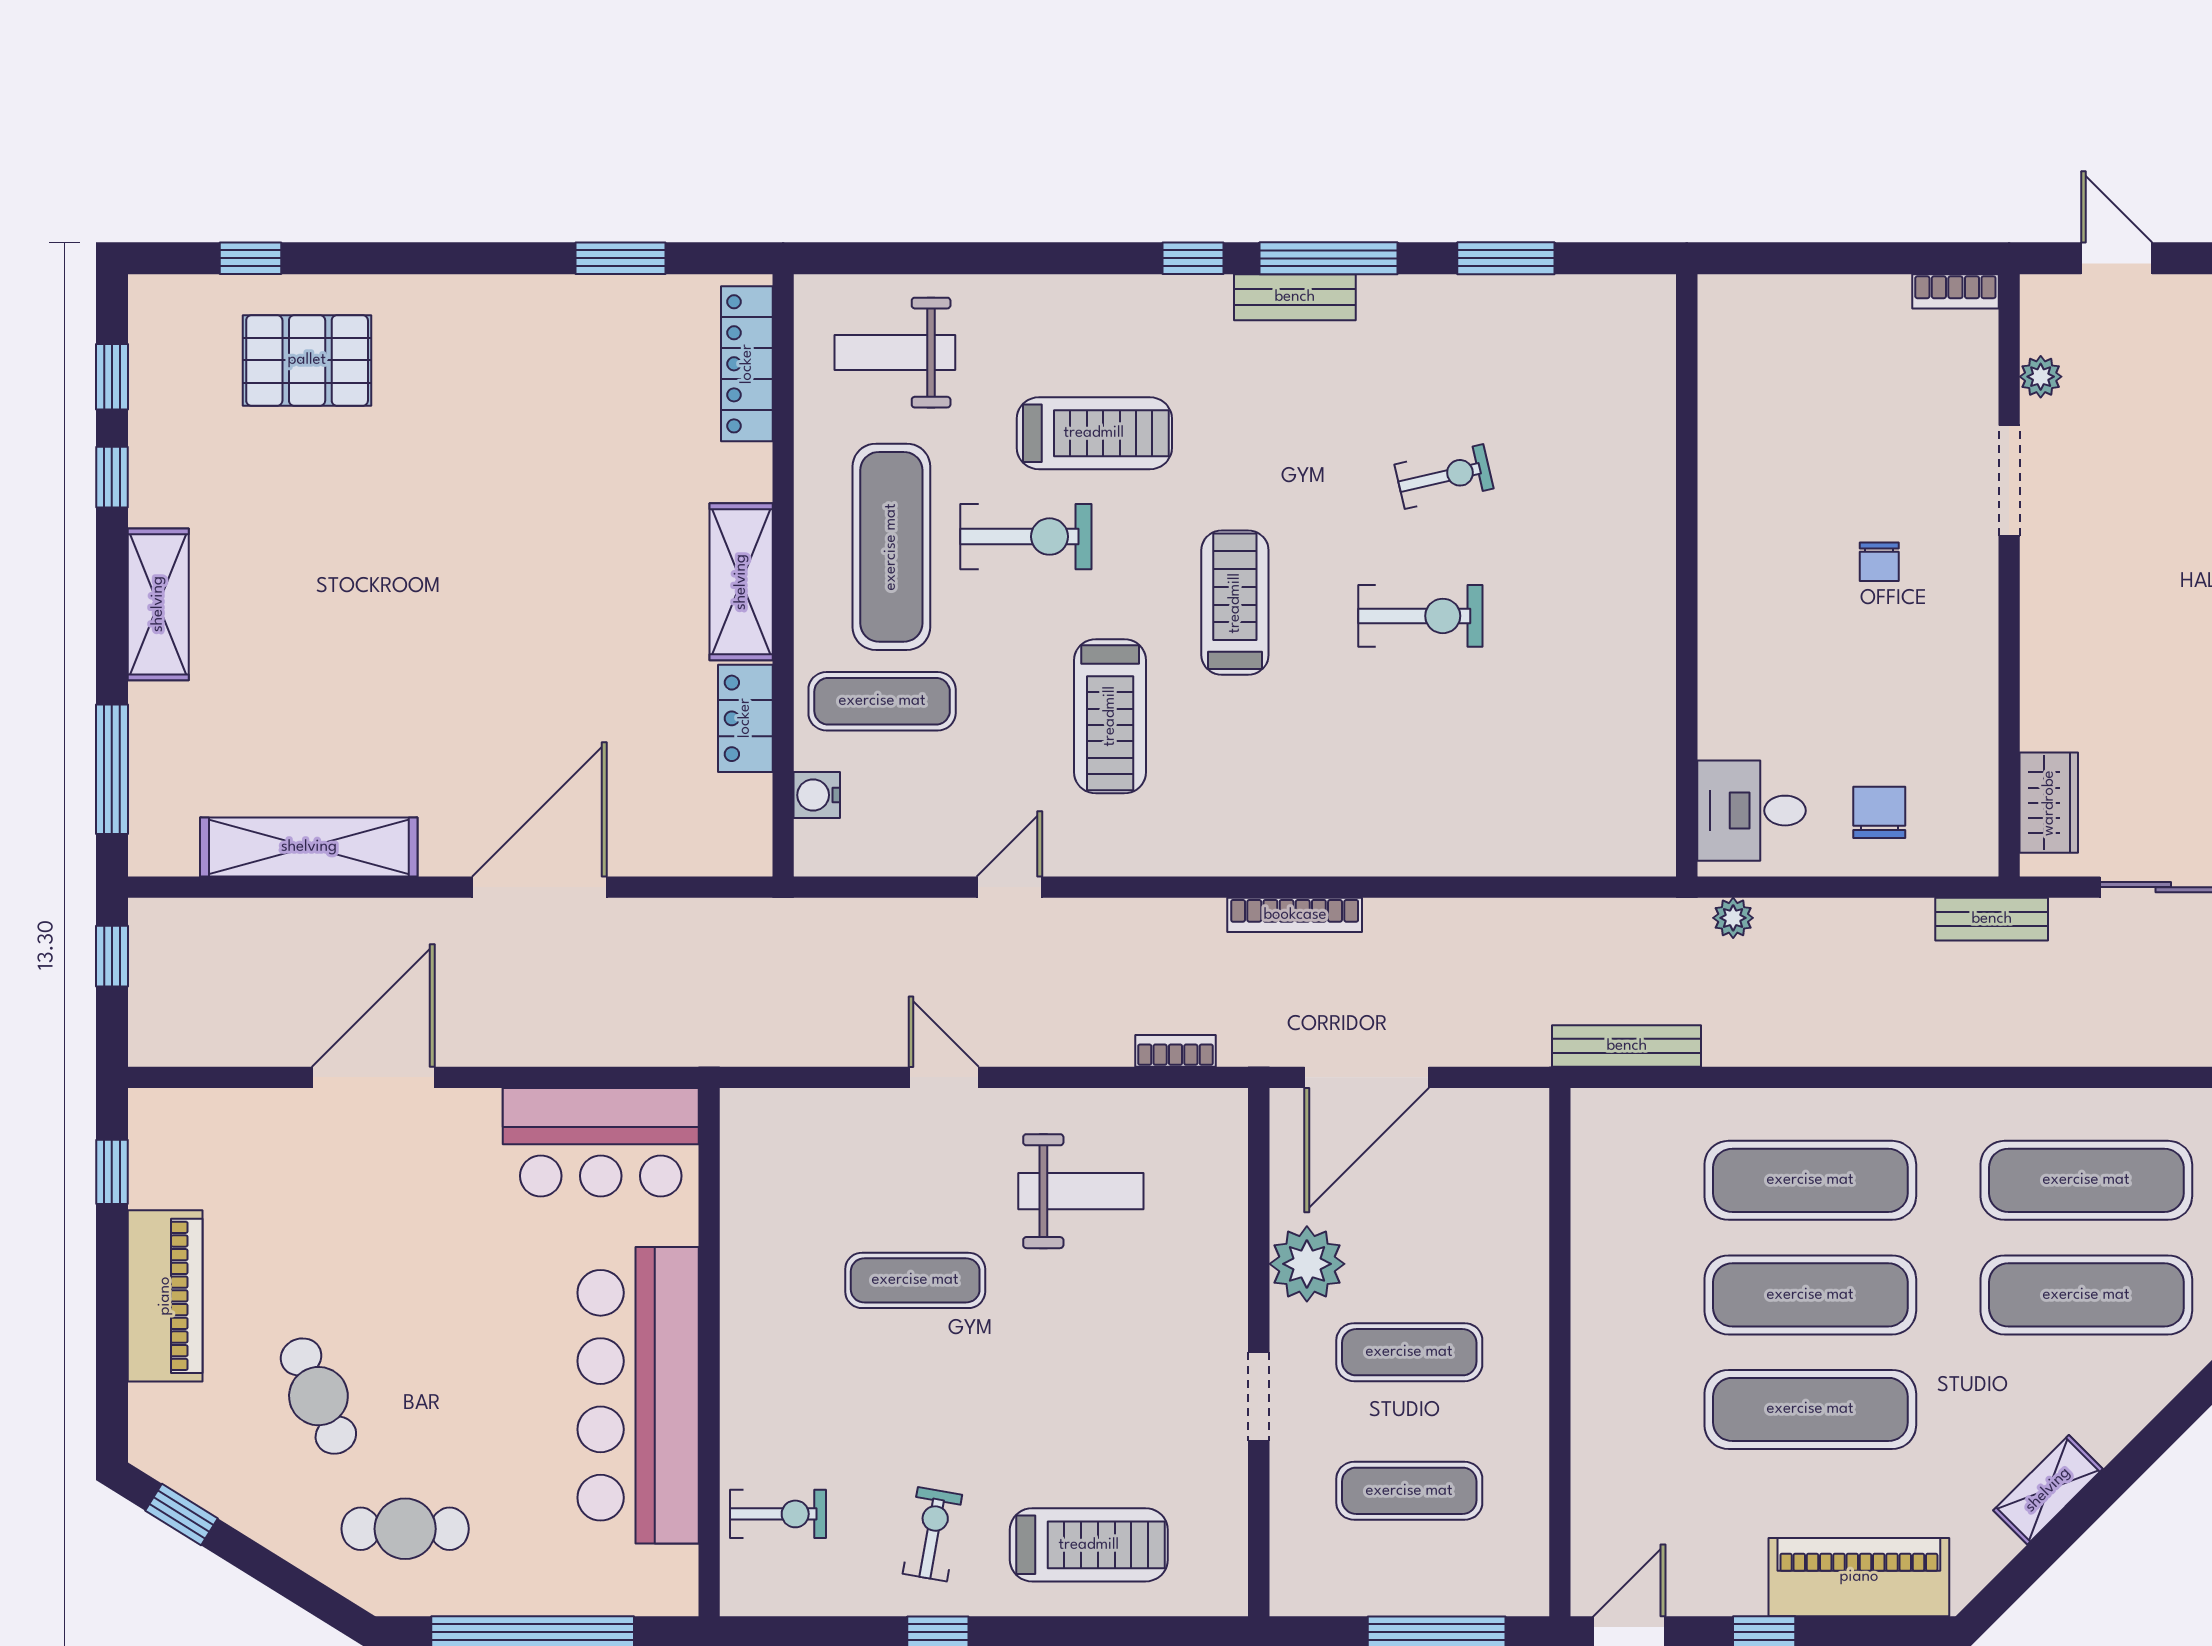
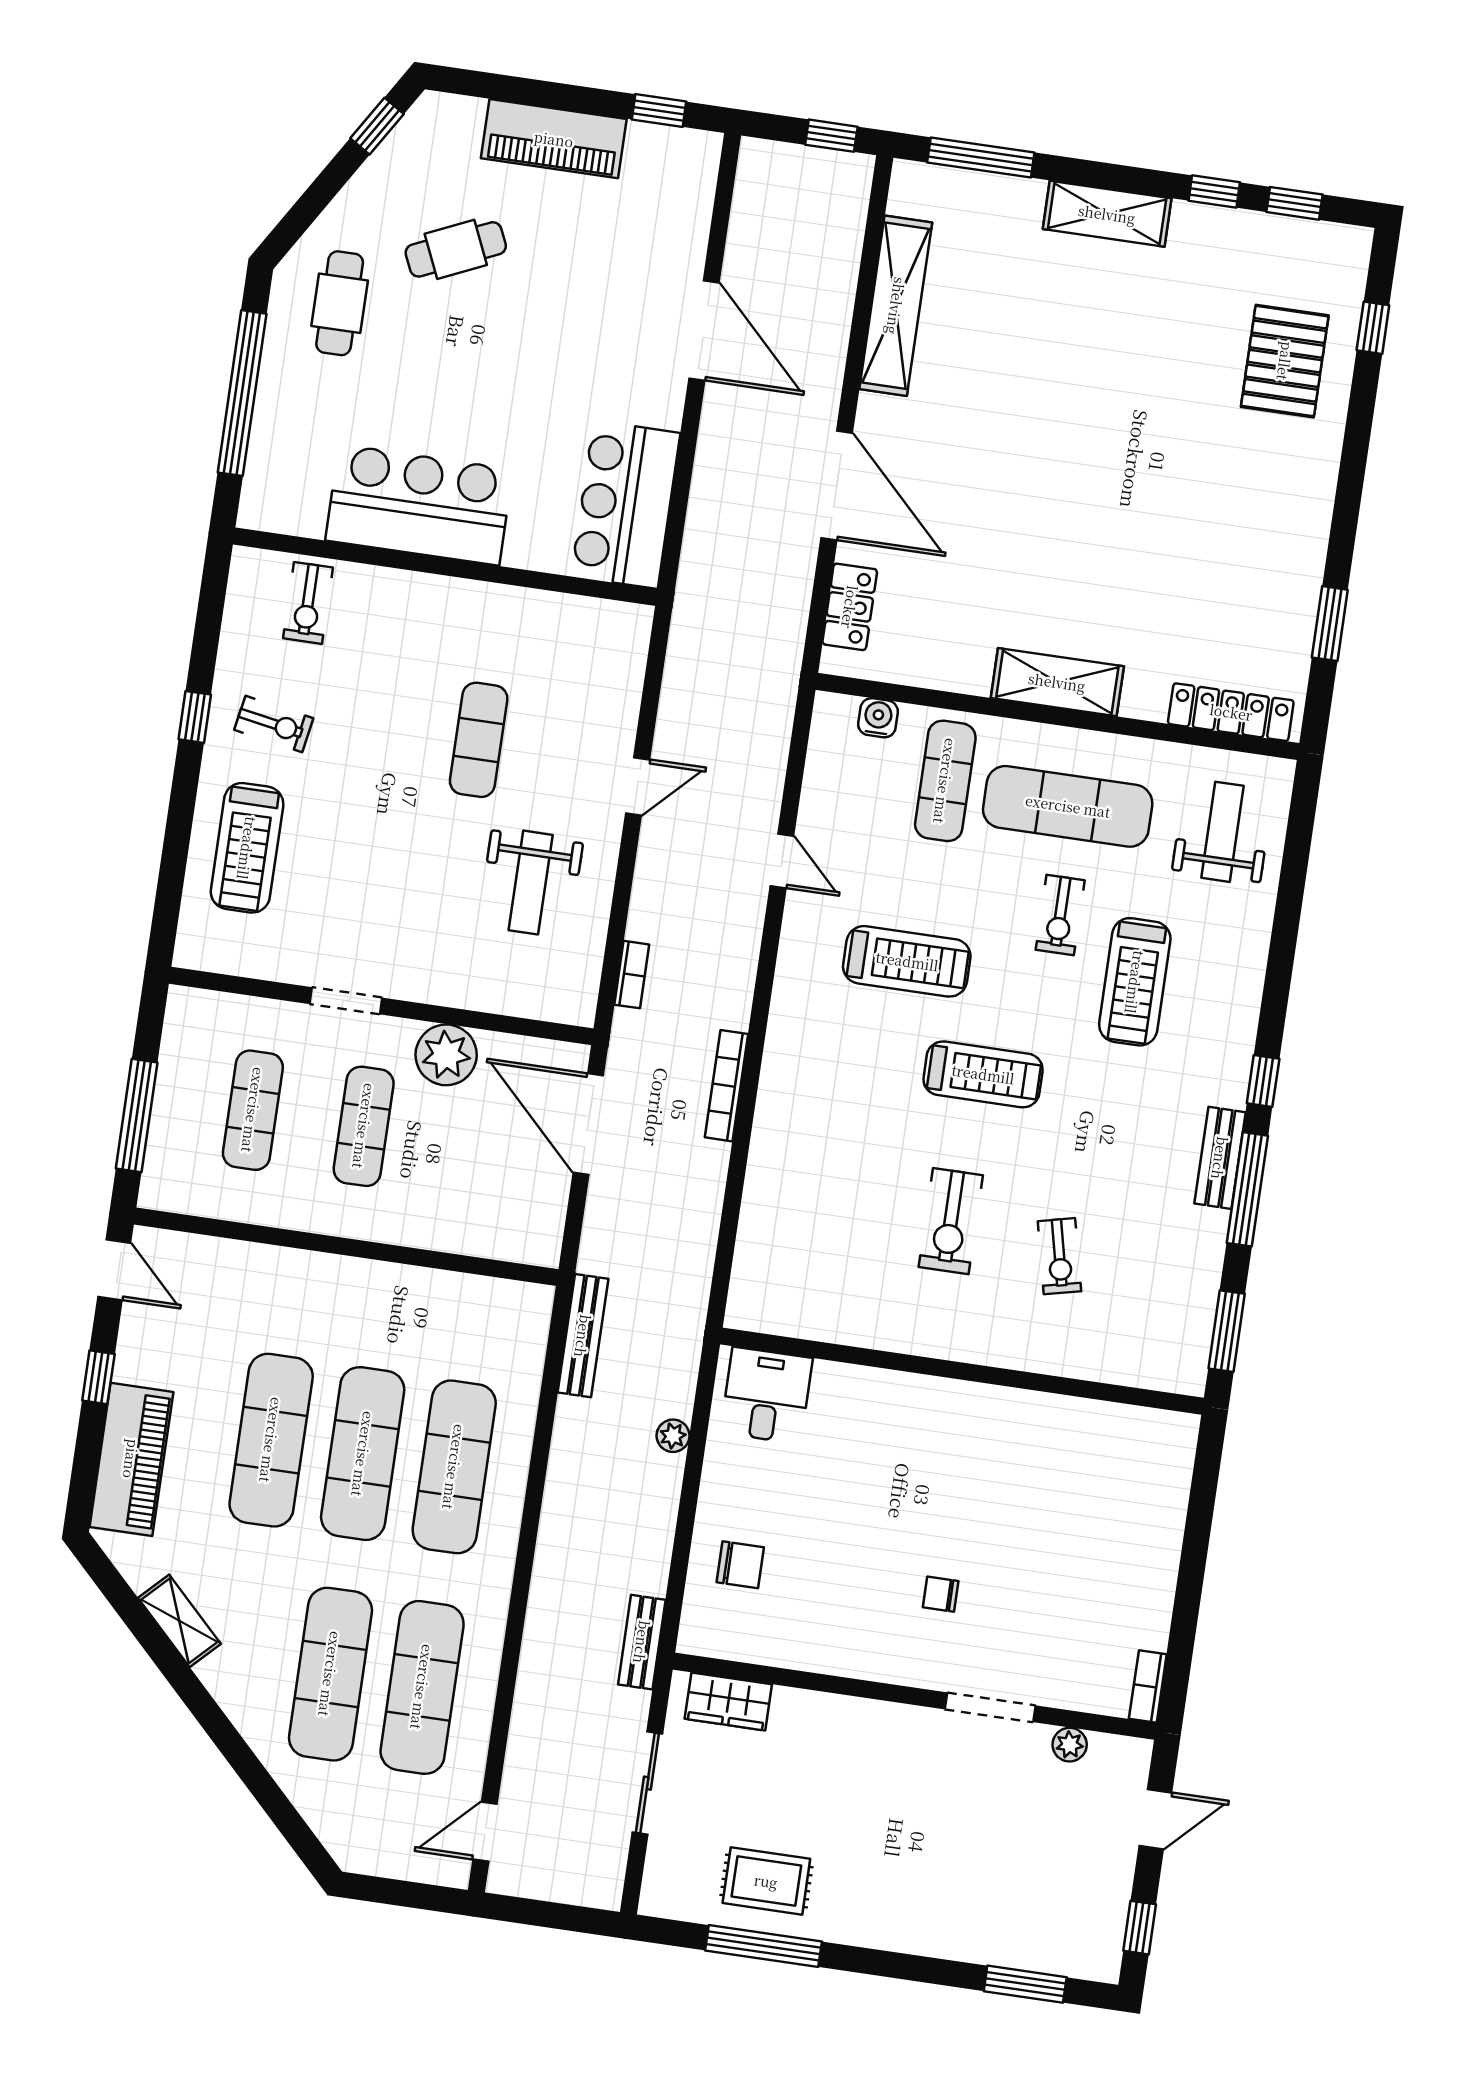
exercise bike: (1026, 537) -> (1060, 915), width x0.73, depth x0.72
wall: (1687, 575) -> (962, 1371), moved
treadmill: (1110, 716) -> (907, 961), turned 180
locker: (745, 718) -> (850, 607), moved, turned 90
desk: (1751, 811) -> (766, 1395), moved
bar counter: (638, 1395) -> (419, 505), width x0.73

